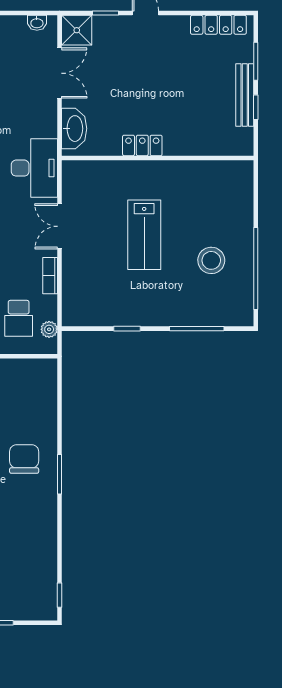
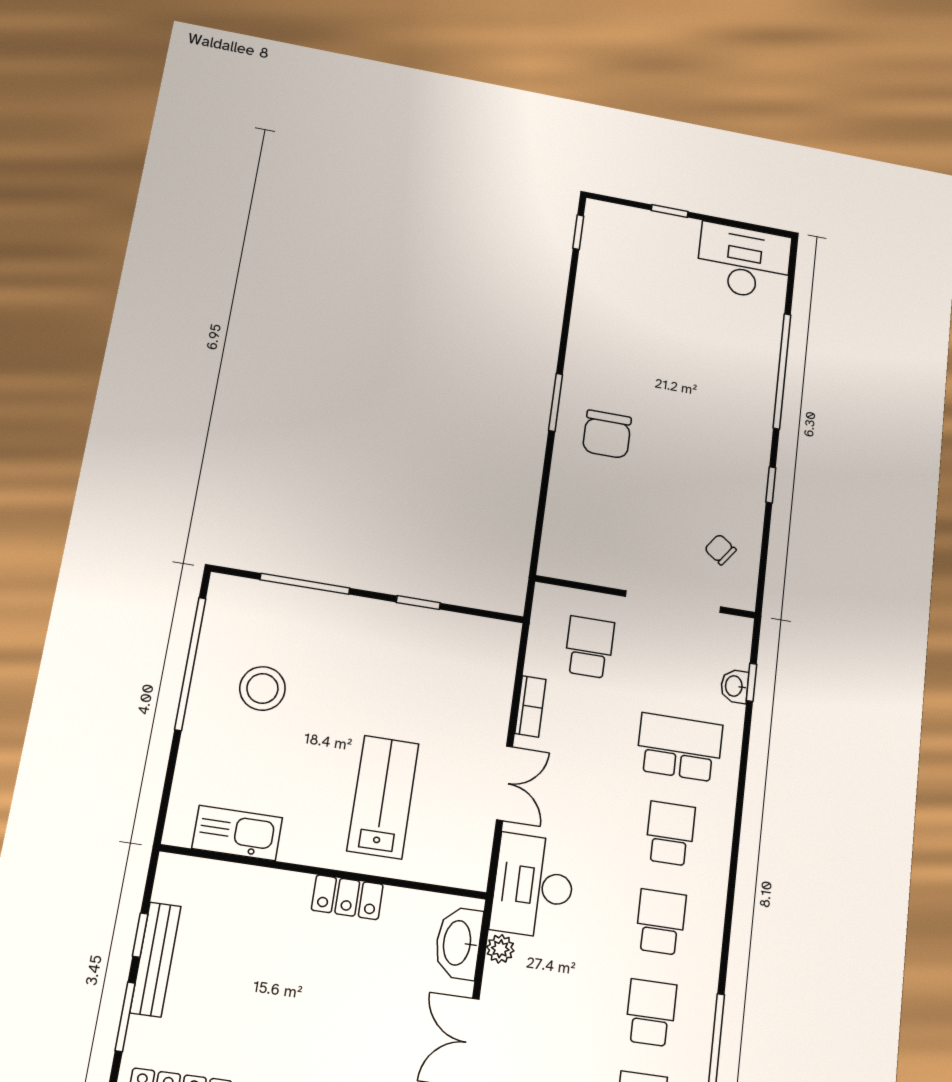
kitchen sink: (211, 173) -> (237, 833), added
lab bench: (144, 235) -> (383, 797), moved
plant: (49, 329) -> (500, 949), moved

